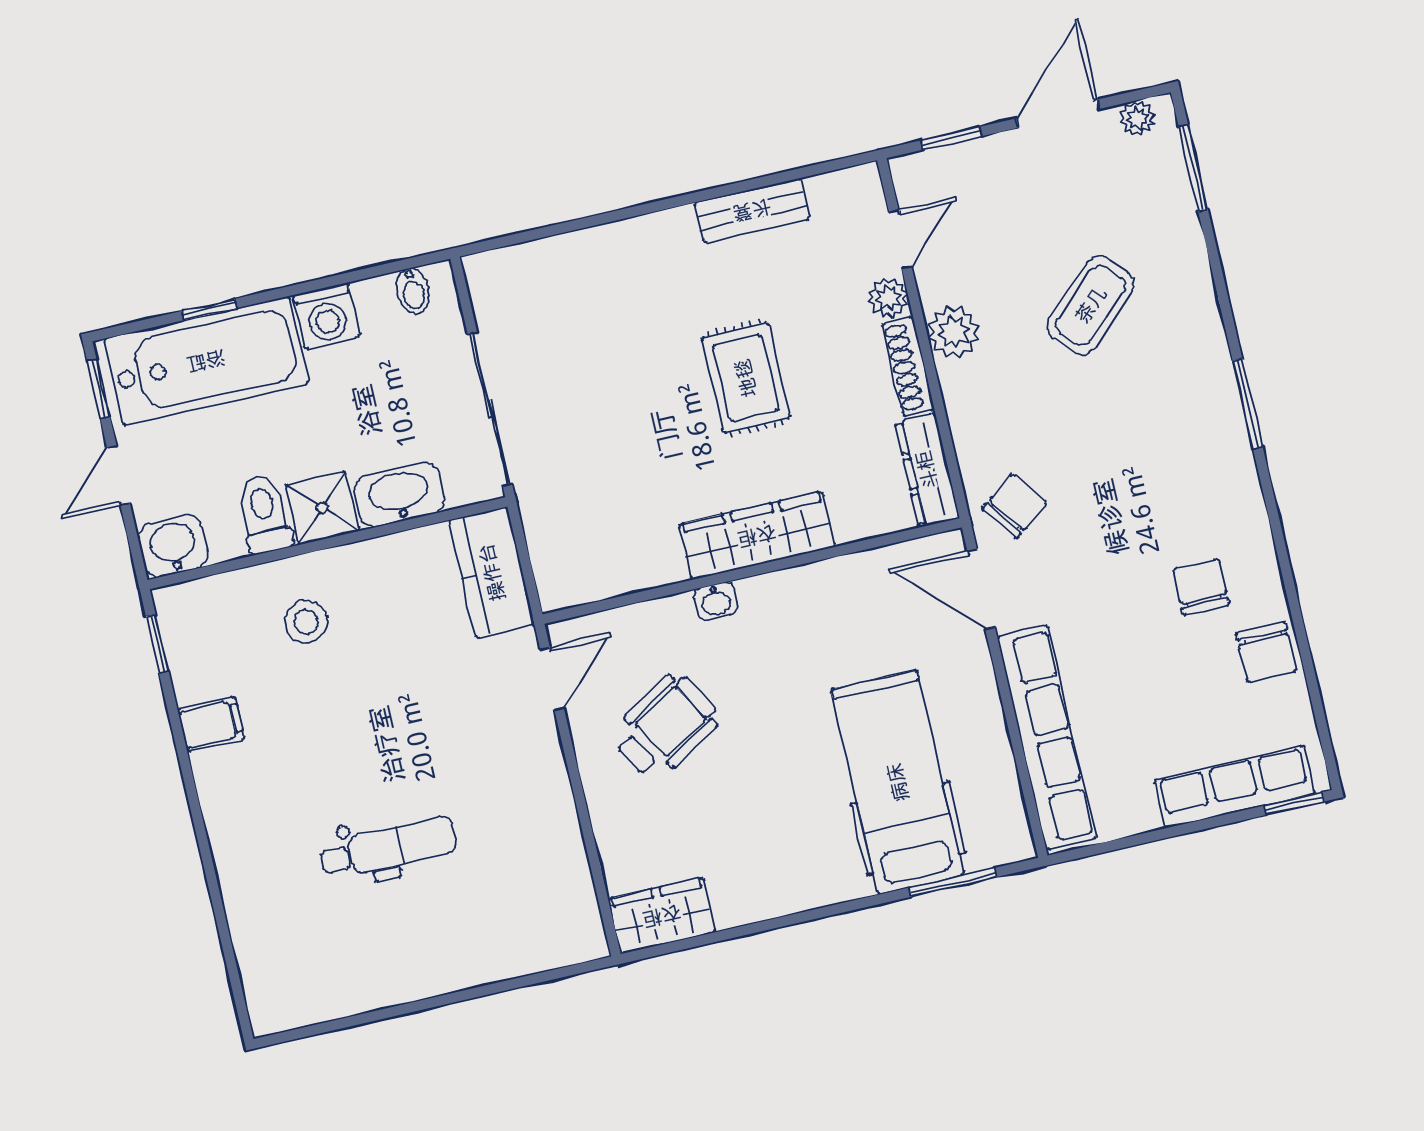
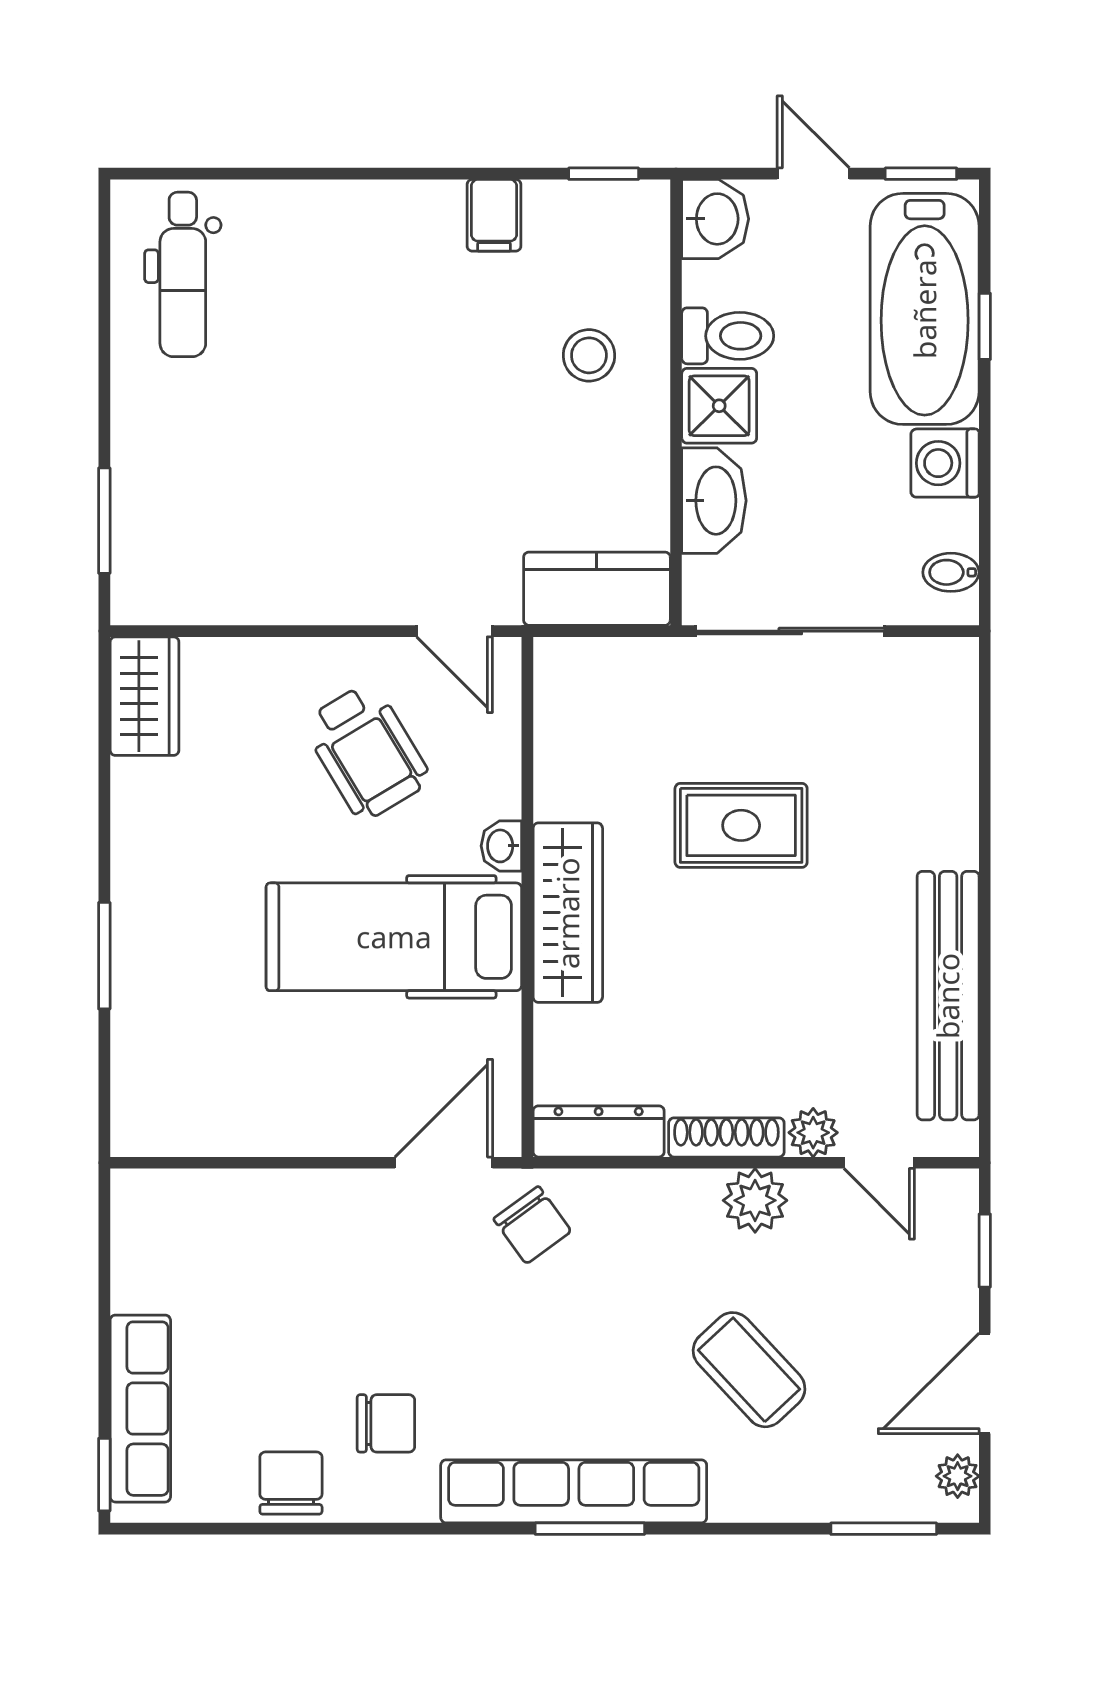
door: (1058, 114) -> (985, 1383), swing flipped
bench: (752, 210) -> (948, 996), width x1.86, depth x1.21
rug: (746, 378) -> (741, 825), moved
chair: (1266, 652) -> (291, 1483), turned 90
row of seats: (1047, 738) -> (574, 1491), moved, turned 180
hospital bed: (898, 782) -> (394, 937), moved, turned 180
dental chair: (388, 848) -> (183, 274), moved
window: (953, 882) -> (104, 956), moved
window: (528, 980) -> (104, 521), added

